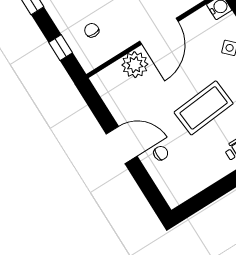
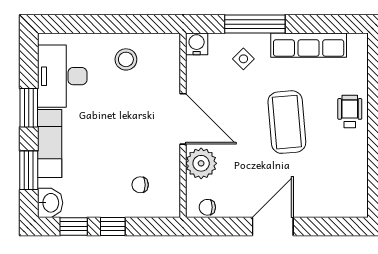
window: (61, 48) -> (113, 226), moved
chair: (161, 153) -> (207, 207), moved, turned -90

